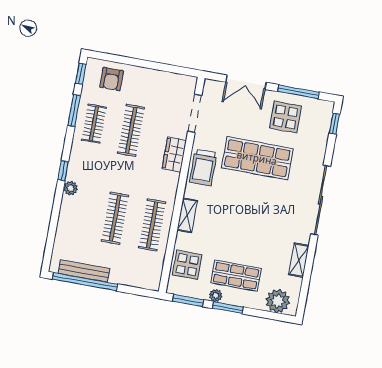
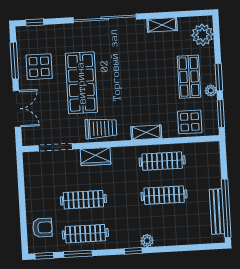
clothes rail: (94, 124) -> (85, 234), width x1.36

